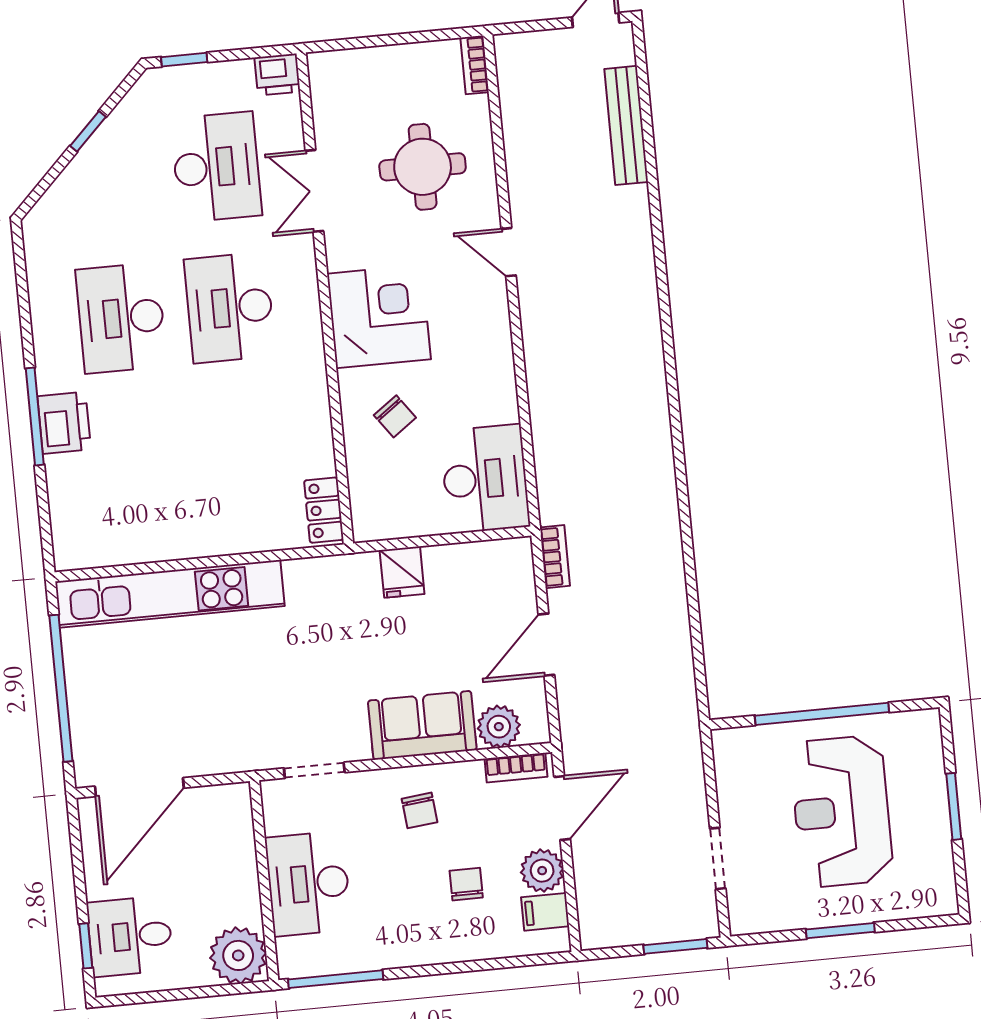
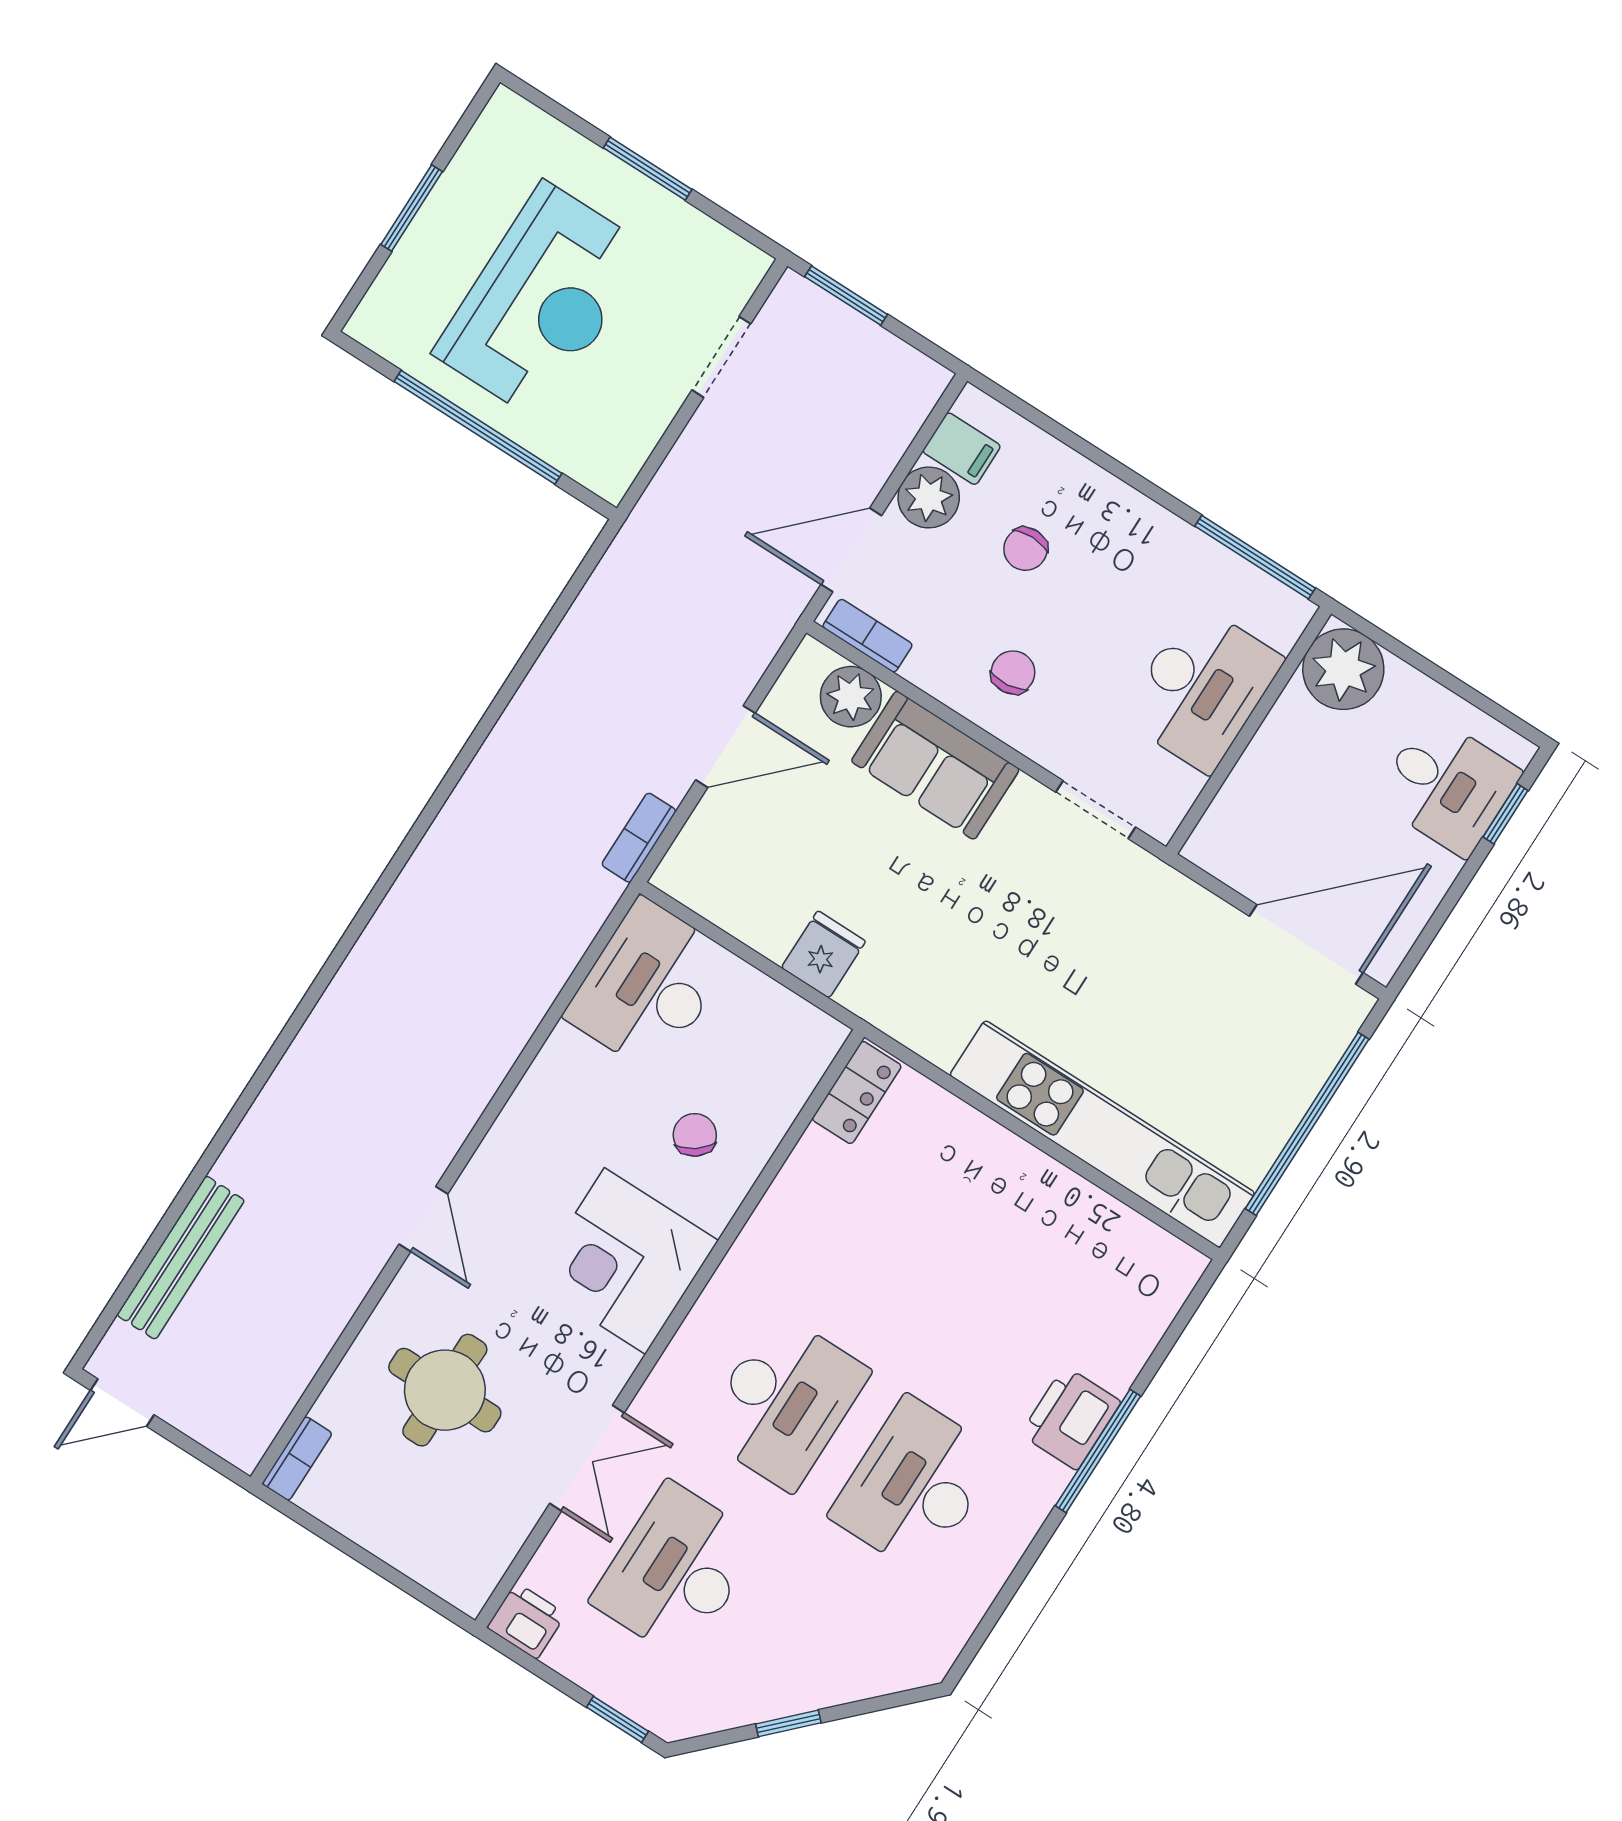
desk: (121, 318) -> (915, 1485), turned 180

